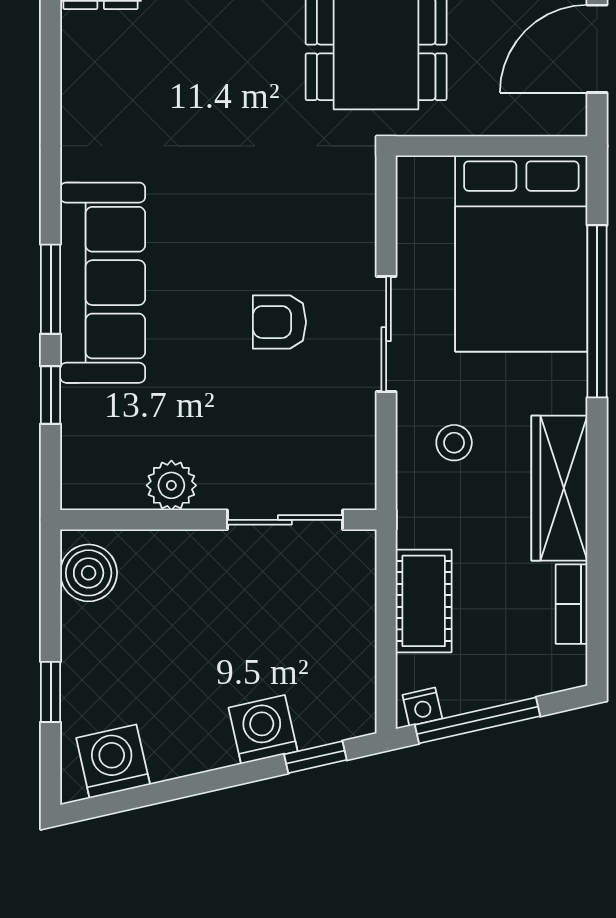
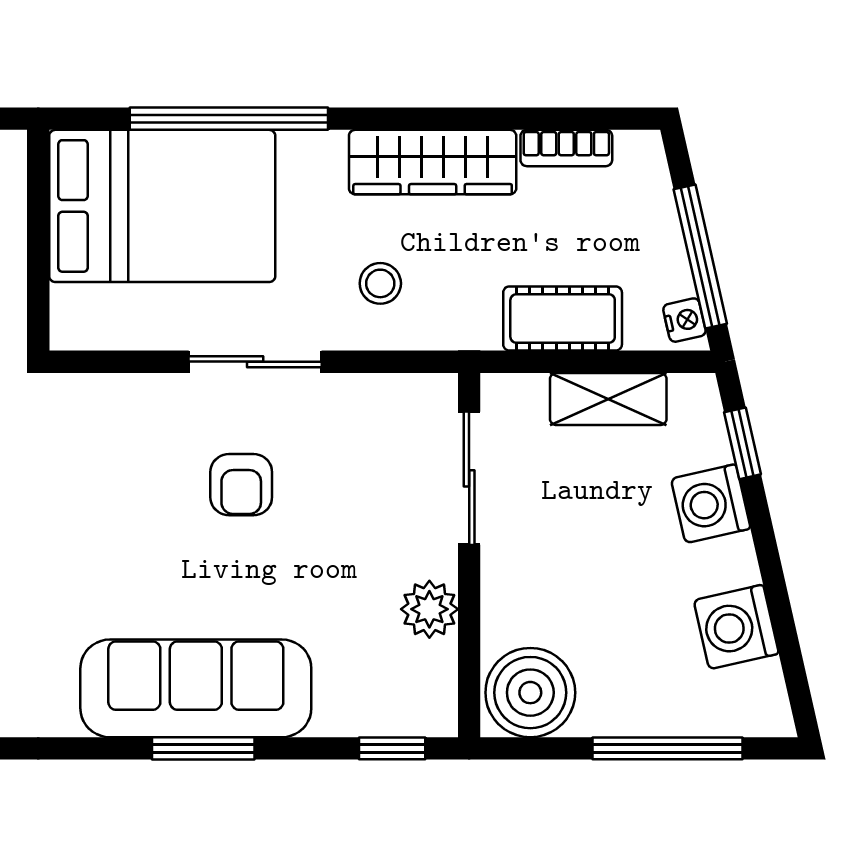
window: (51, 395) -> (392, 748), moved
boiler: (89, 573) -> (530, 693), width x1.37, depth x1.37
shelving: (354, 641) -> (608, 399), added
window: (51, 692) -> (667, 748), width x2.17
washing machine: (113, 761) -> (736, 627), moved

